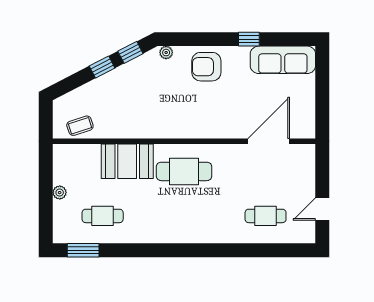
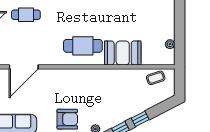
plant: (60, 193) -> (170, 44), moved
cafe table: (103, 216) -> (140, 15), removed

